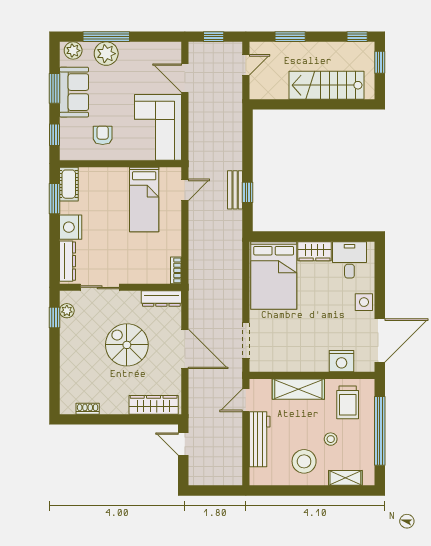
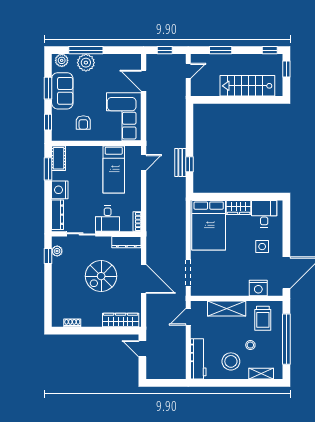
armchair: (103, 135) -> (83, 123), turned 180
desk: (136, 267) -> (108, 219), added
side table: (364, 302) -> (262, 247), moved
spiral stairs: (127, 345) -> (101, 276), turned -90
workbench: (260, 439) -> (198, 359), moved

